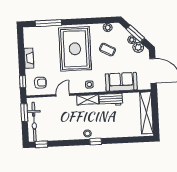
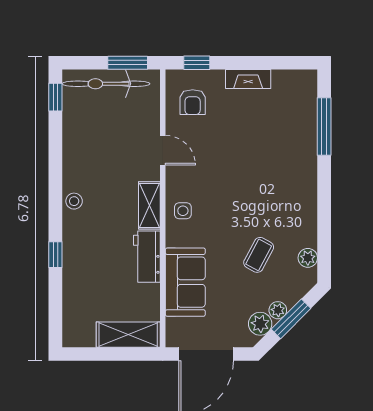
rug: (75, 49) -> (264, 183), removed
shelving: (146, 113) -> (128, 335), width x0.68
window: (96, 142) -> (55, 255), moved

